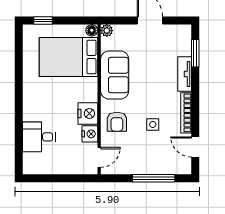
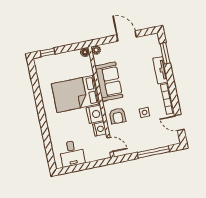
bed: (69, 57) -> (76, 94), moved
desk: (39, 137) -> (72, 153), moved, turned -90
door: (99, 157) -> (110, 145), hinge flipped

